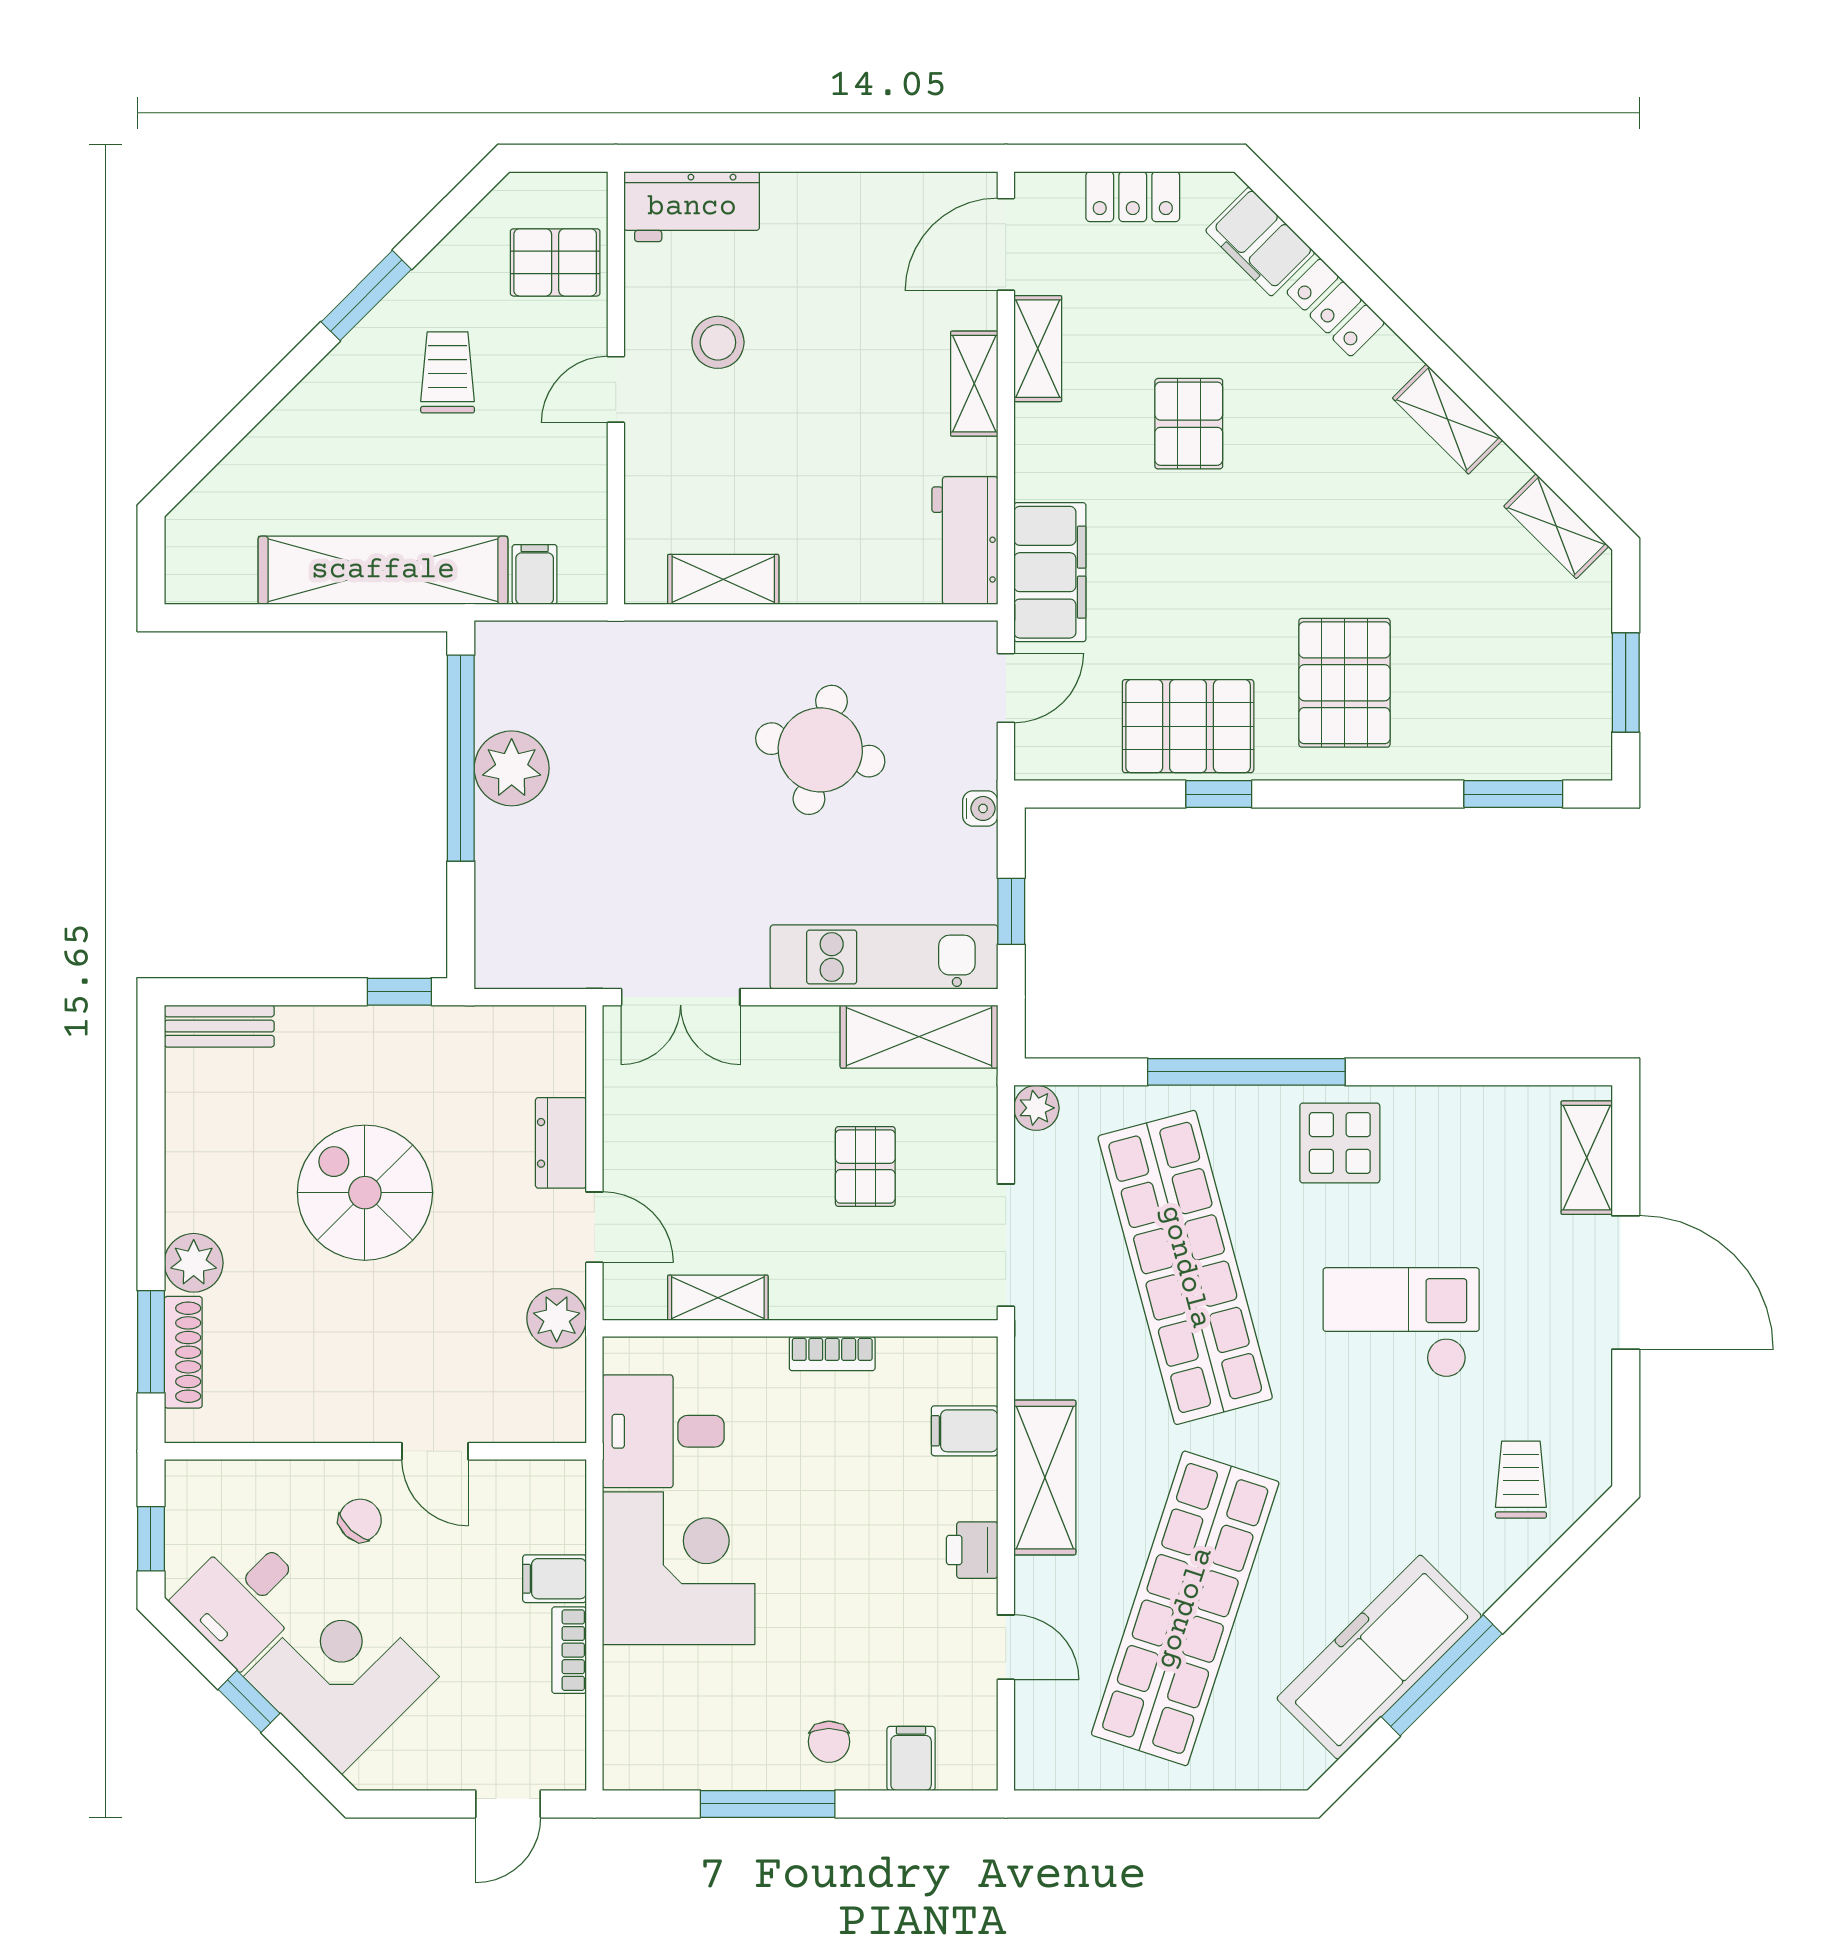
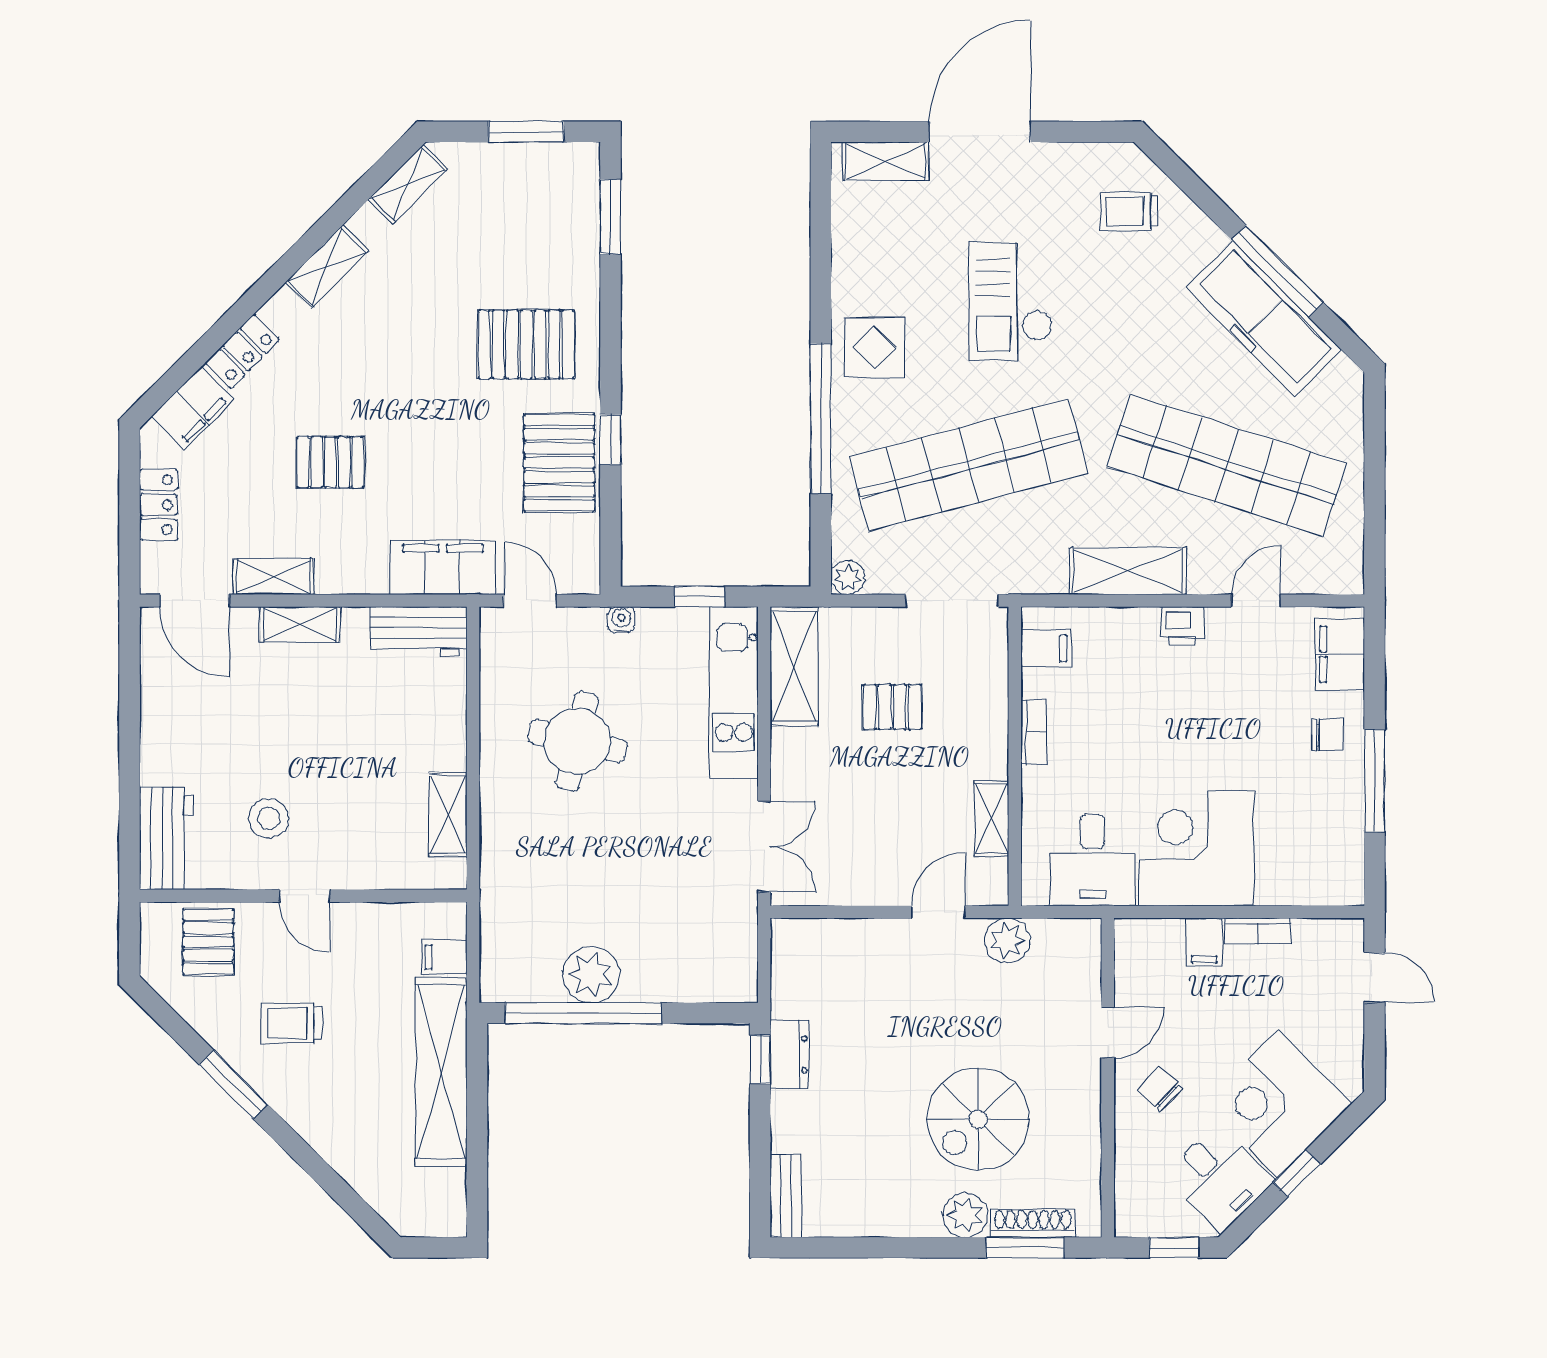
dresser: (561, 1143) -> (789, 1054), moved, turned -90
spiral stairs: (365, 1193) -> (978, 1119), moved
filing cabinet: (965, 1431) -> (1046, 648), moved, turned -90
filing cabinet: (911, 1758) -> (1340, 654), width x2.00

